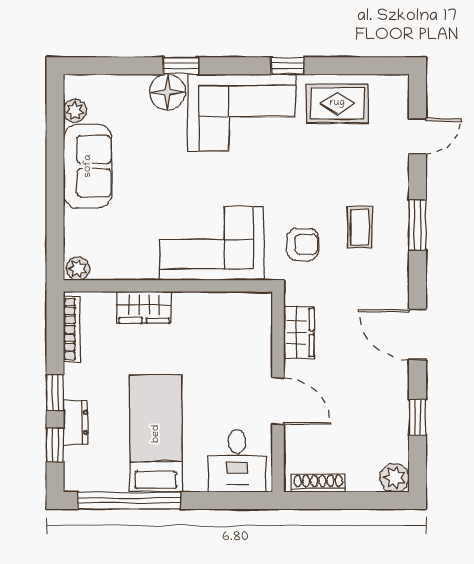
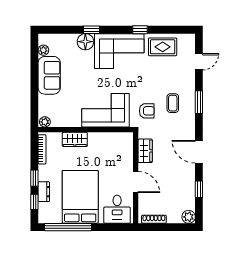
bed: (156, 434) -> (80, 197), width x1.50

